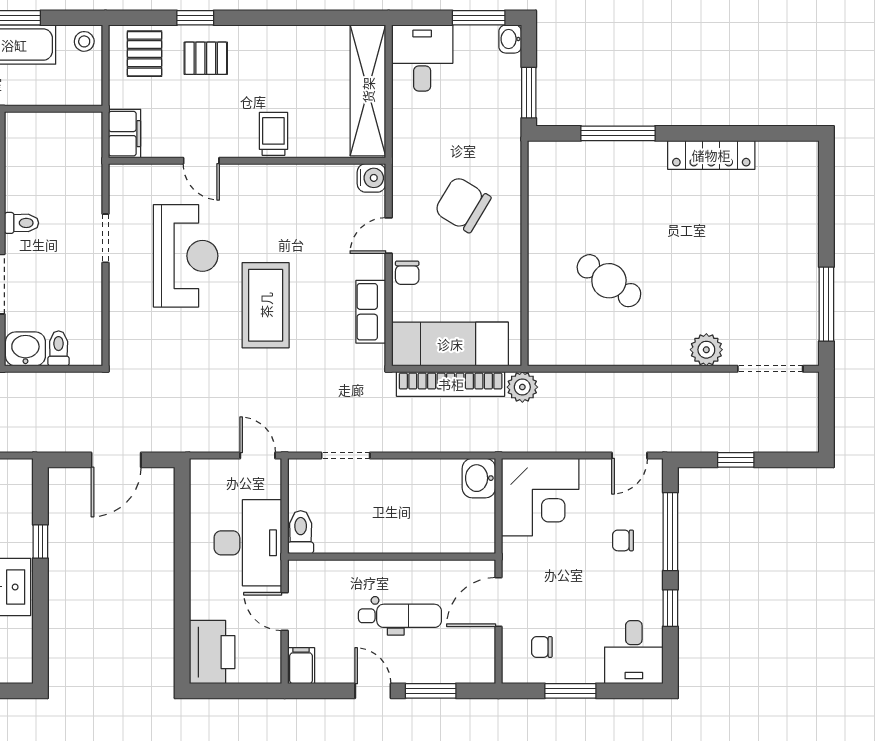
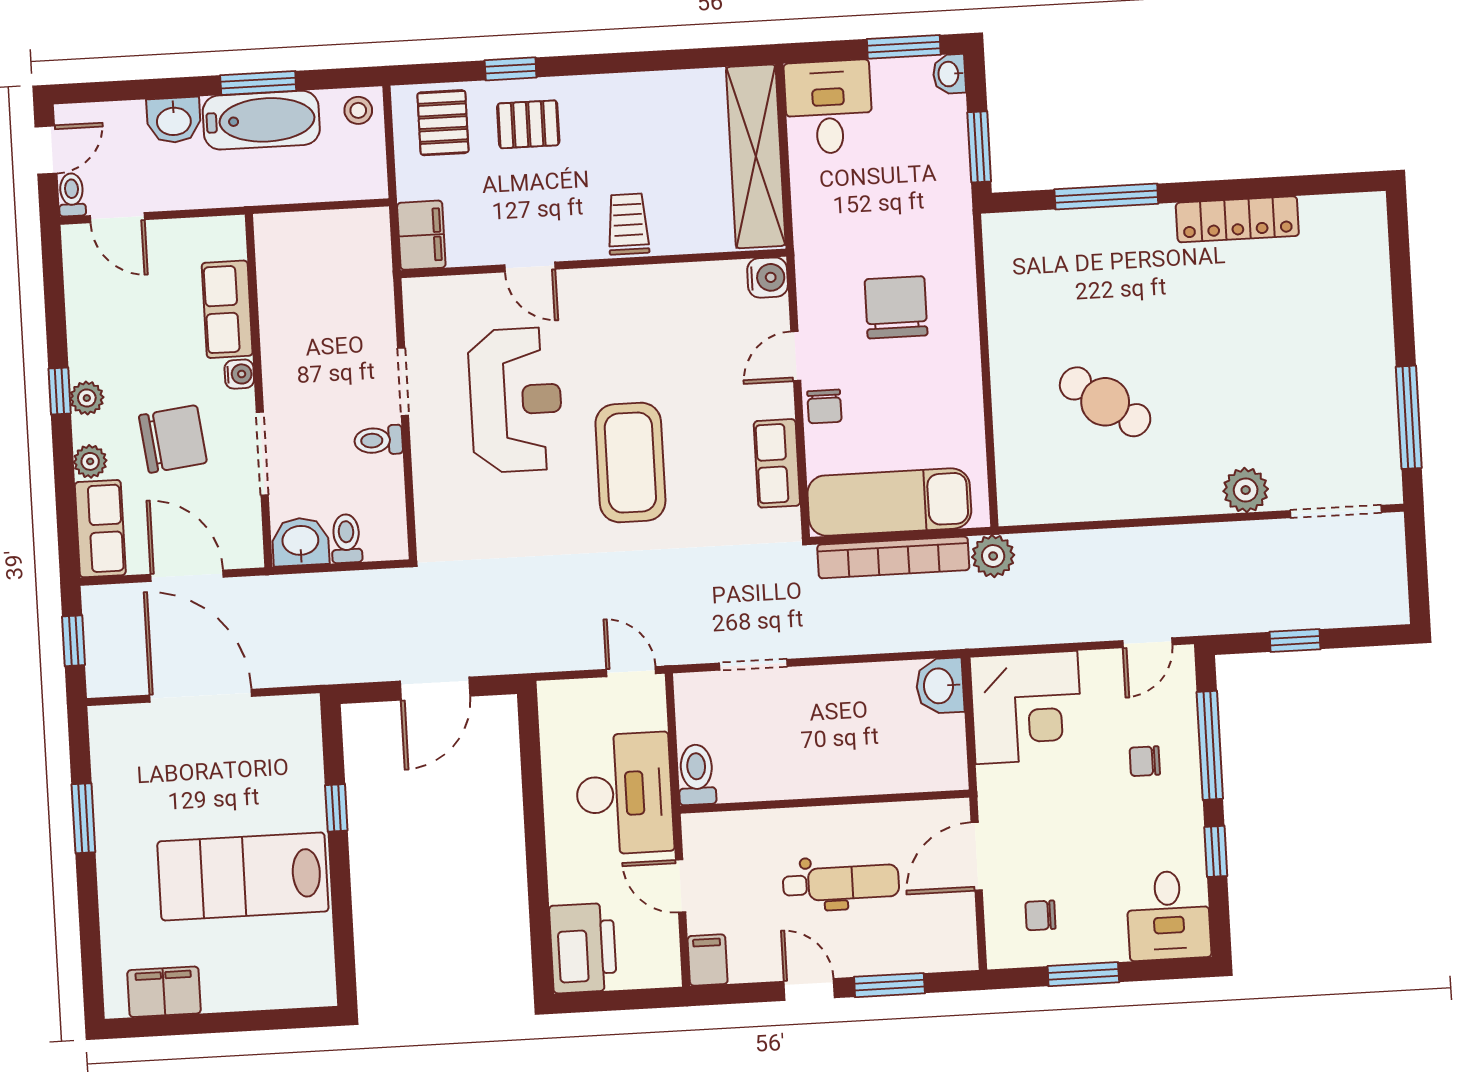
chair: (463, 204) -> (896, 307), turned 59
toilet: (21, 223) -> (378, 440), moved, turned 180

